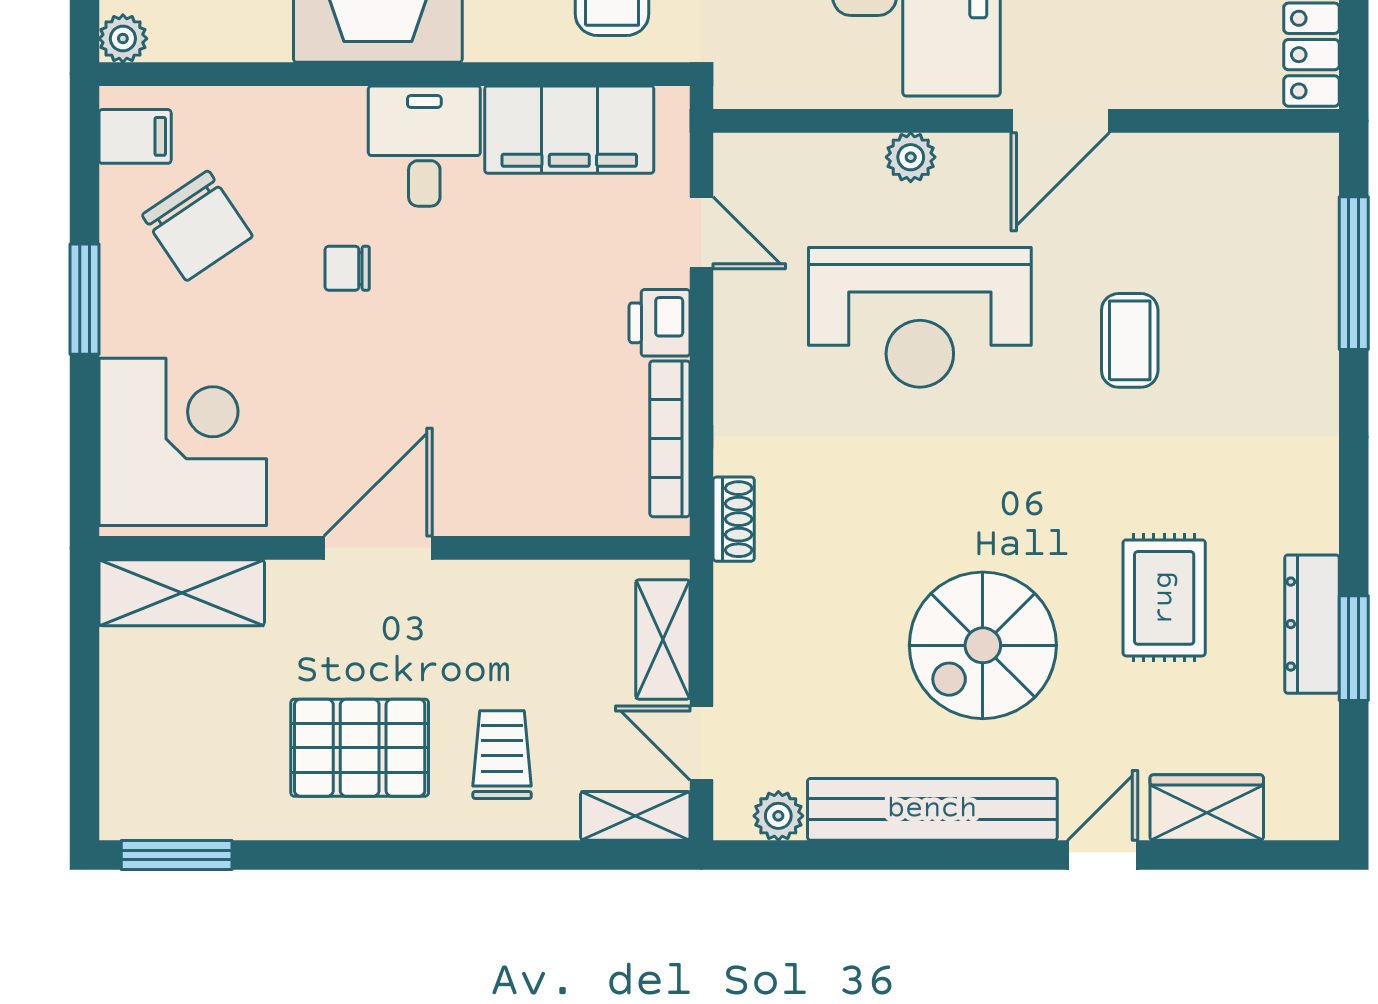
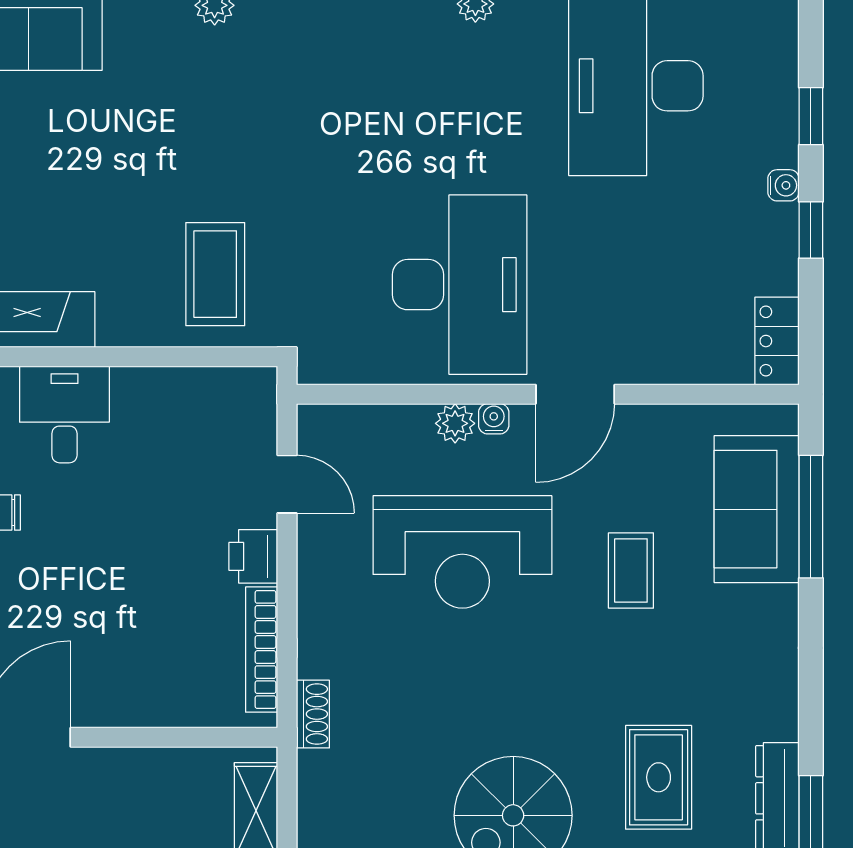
filing cabinet: (569, 130) -> (181, 401), removed
water cooler: (959, 152) -> (494, 419), added
sofa: (1286, 264) -> (757, 509), added

